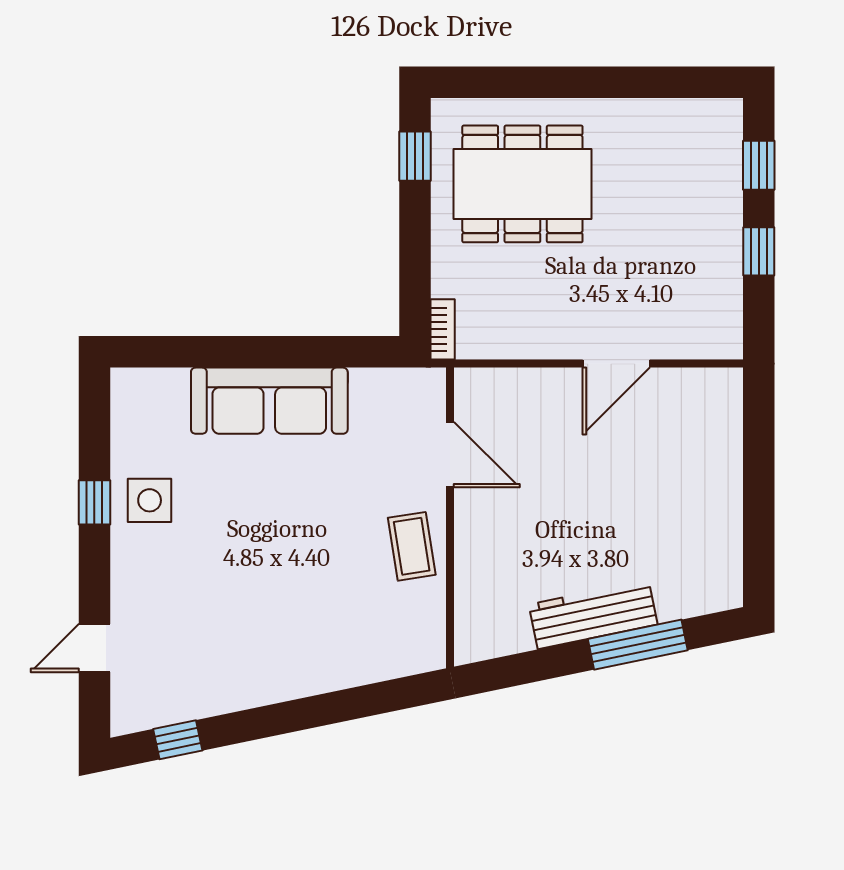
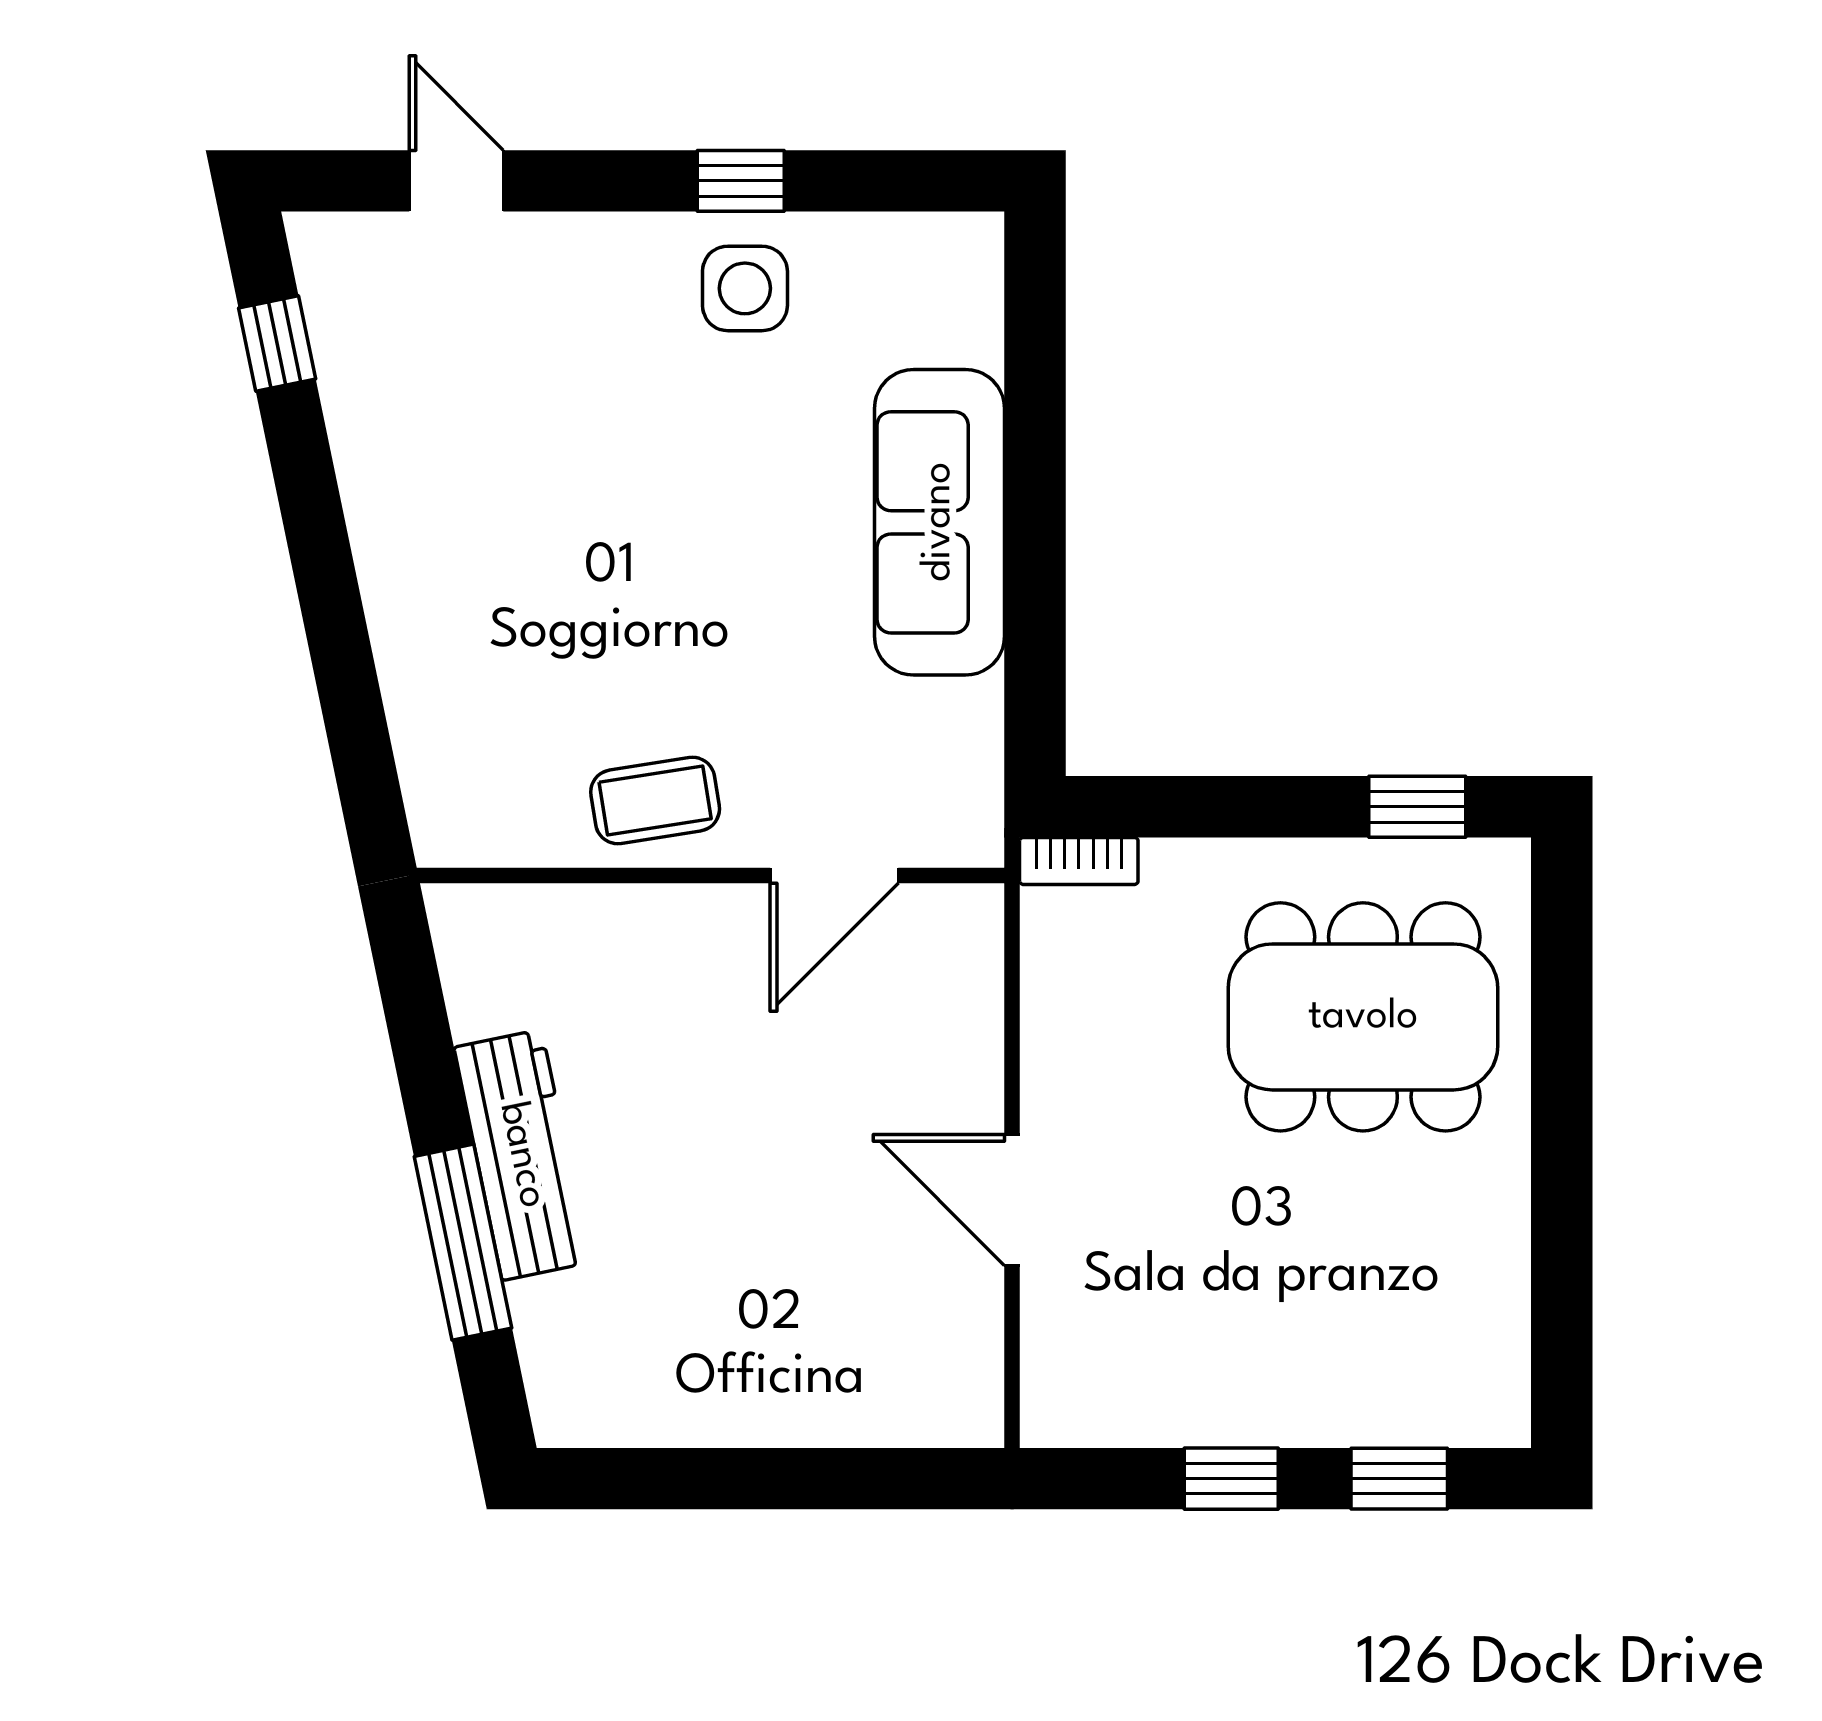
dining table: (522, 184) -> (1363, 1017), turned 90

